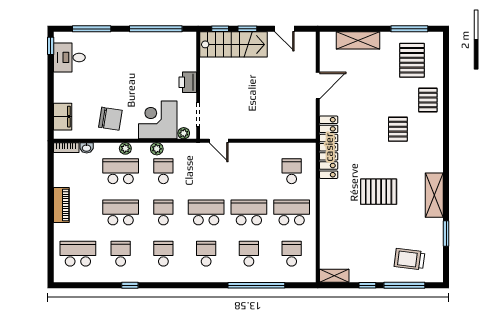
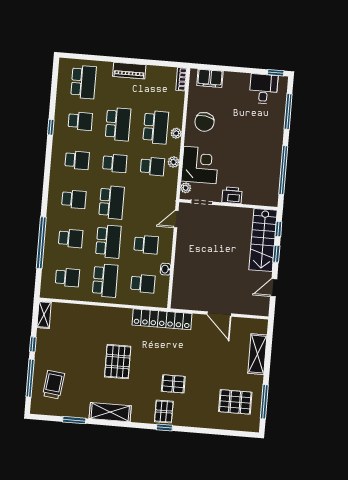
pallet: (428, 100) -> (164, 411), moved, turned 90
window: (446, 135) -> (164, 427), added
washbasin: (87, 148) -> (166, 269), moved
school desk: (249, 171) -> (146, 245), added

